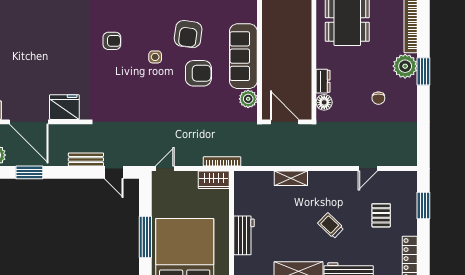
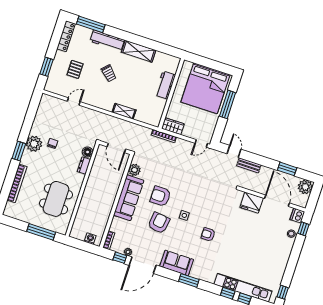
plant: (405, 66) -> (34, 144), moved

